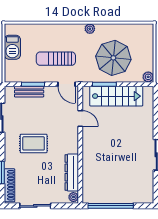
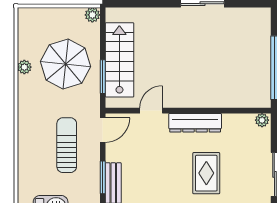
plant: (90, 29) -> (24, 67), moved
sun lounger: (56, 59) -> (67, 145), turned 180
rug: (34, 143) -> (206, 173), moved
dresser: (72, 173) -> (195, 123), moved

